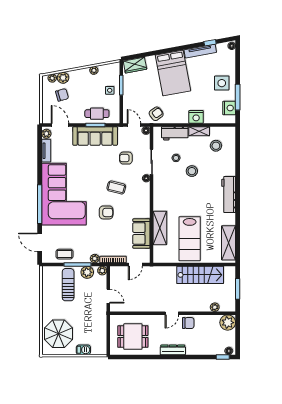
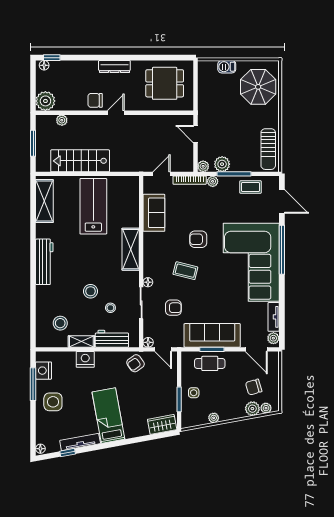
bed: (173, 73) -> (108, 416), width x0.67
shelving: (160, 228) -> (131, 249), moved
sun lounger: (68, 285) -> (268, 149), moved

